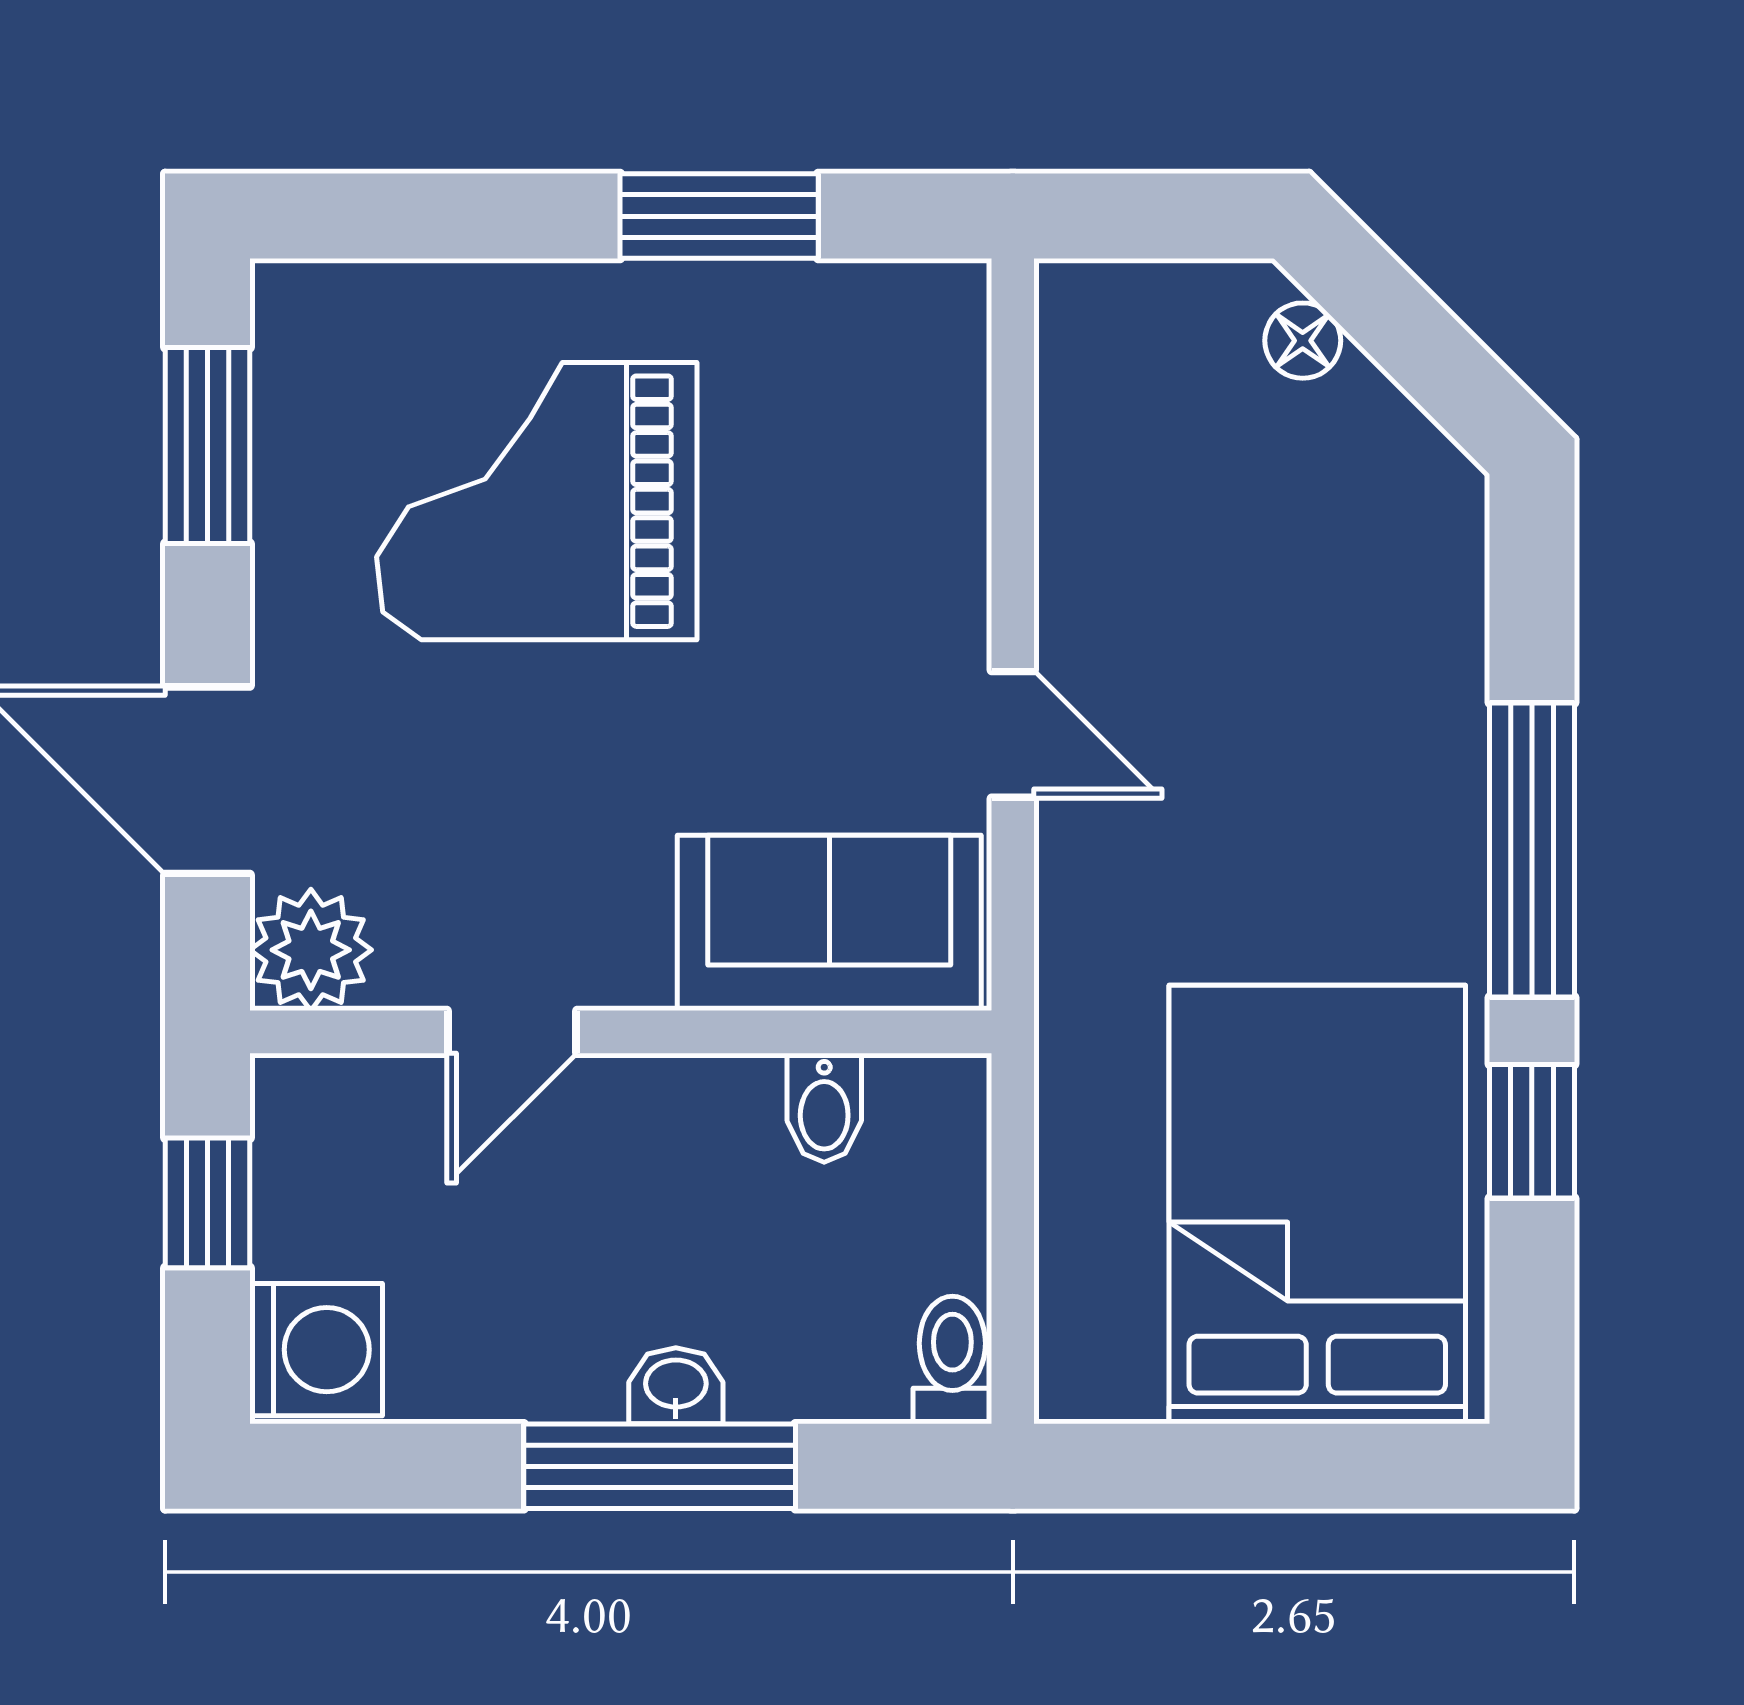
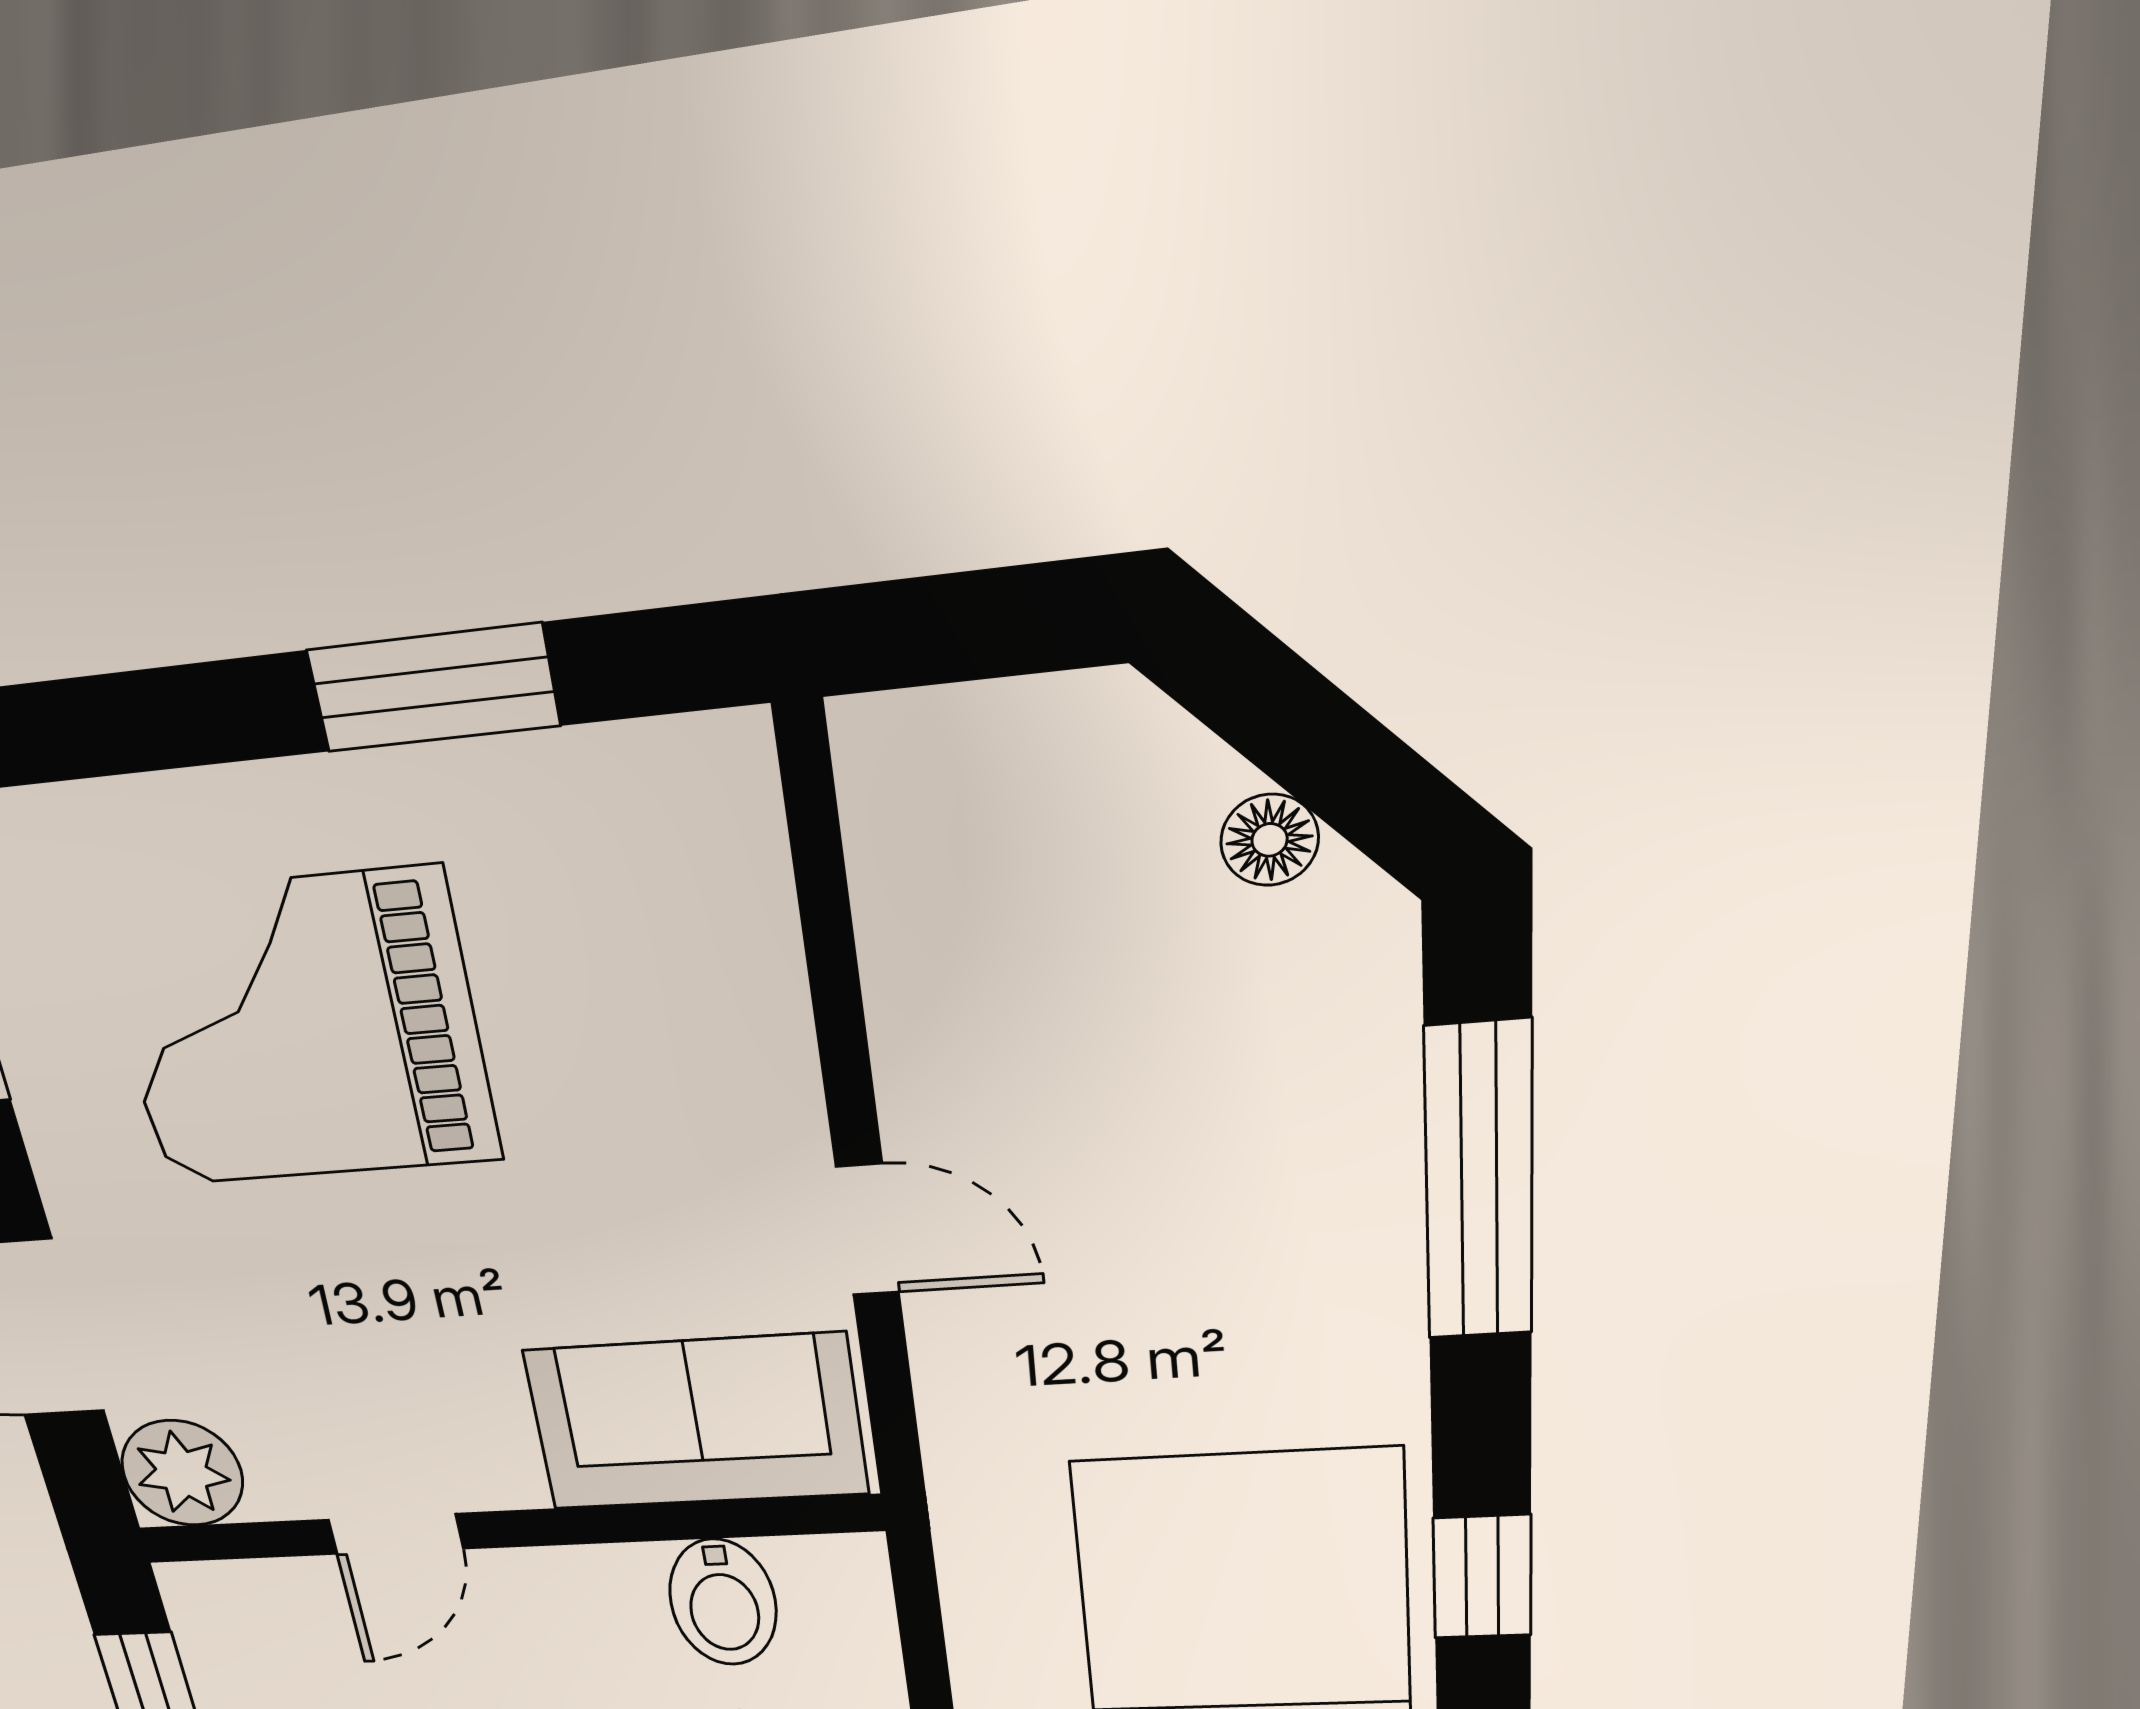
floor lamp: (1303, 341) -> (1270, 840), moved
window: (1532, 850) -> (1479, 1183), moved
bidet: (824, 1108) -> (723, 1602), width x1.38, depth x1.36

